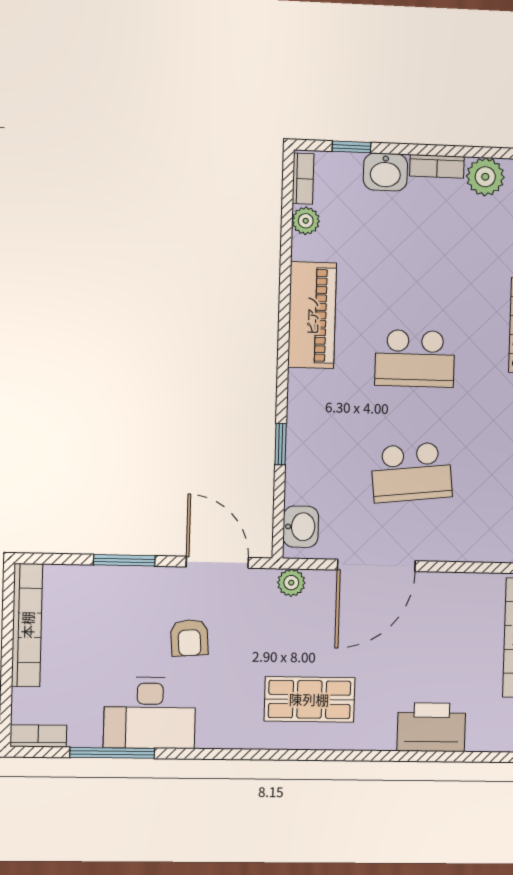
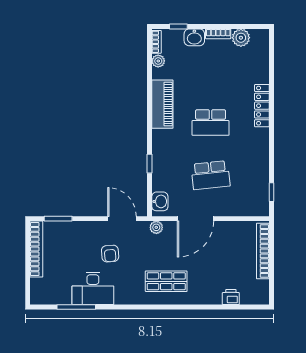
window: (124, 560) -> (58, 219), moved
printer: (431, 727) -> (231, 297), width x0.53, depth x0.68
bookcase: (38, 736) -> (43, 300), removed

